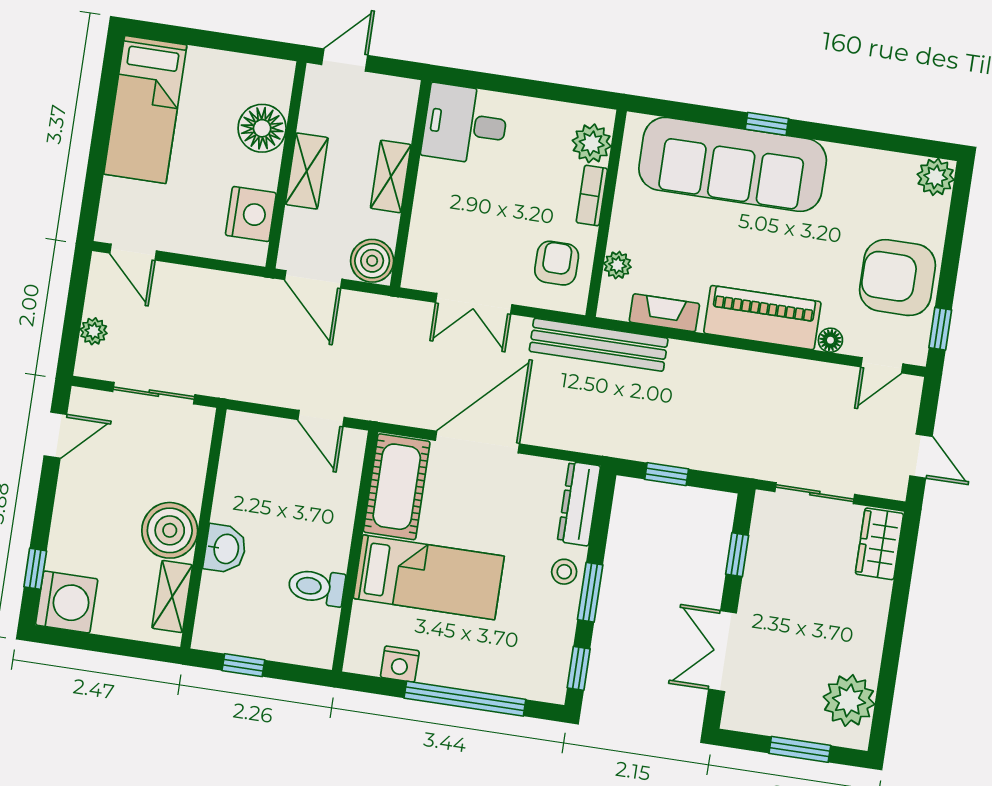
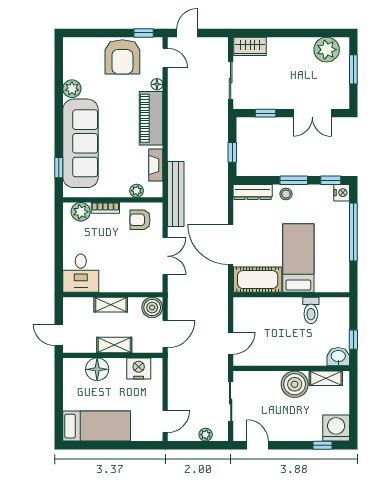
window: (767, 124) -> (59, 168), moved
plant: (936, 177) -> (72, 89), moved
door: (321, 418) -> (231, 343), moved
door: (921, 456) -> (187, 33), moved
washbasin: (225, 549) -> (338, 357), moved
nightstand: (400, 664) -> (342, 193), moved

